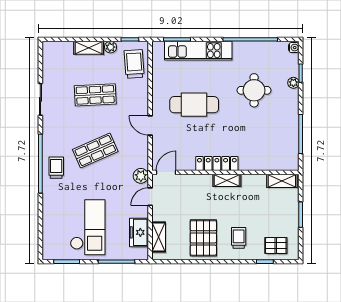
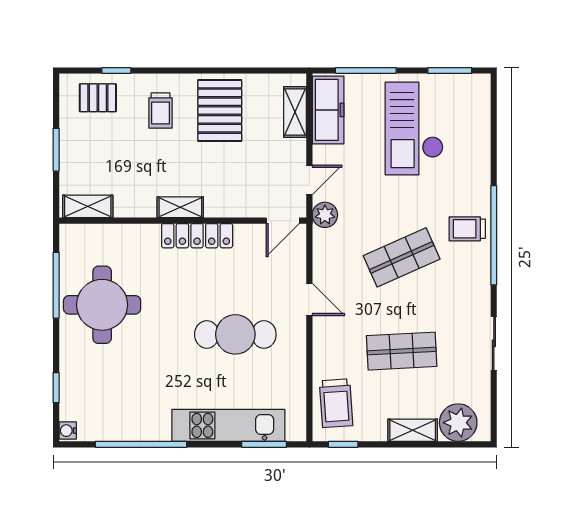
plant: (110, 47) -> (458, 423), moved, width x1.88, depth x1.88
plant: (293, 83) -> (68, 371), removed
round table: (254, 90) -> (102, 305), moved, width x1.36, depth x1.36
trolley: (56, 168) -> (467, 229), turned 90
freezer: (139, 232) -> (328, 110), width x1.40

